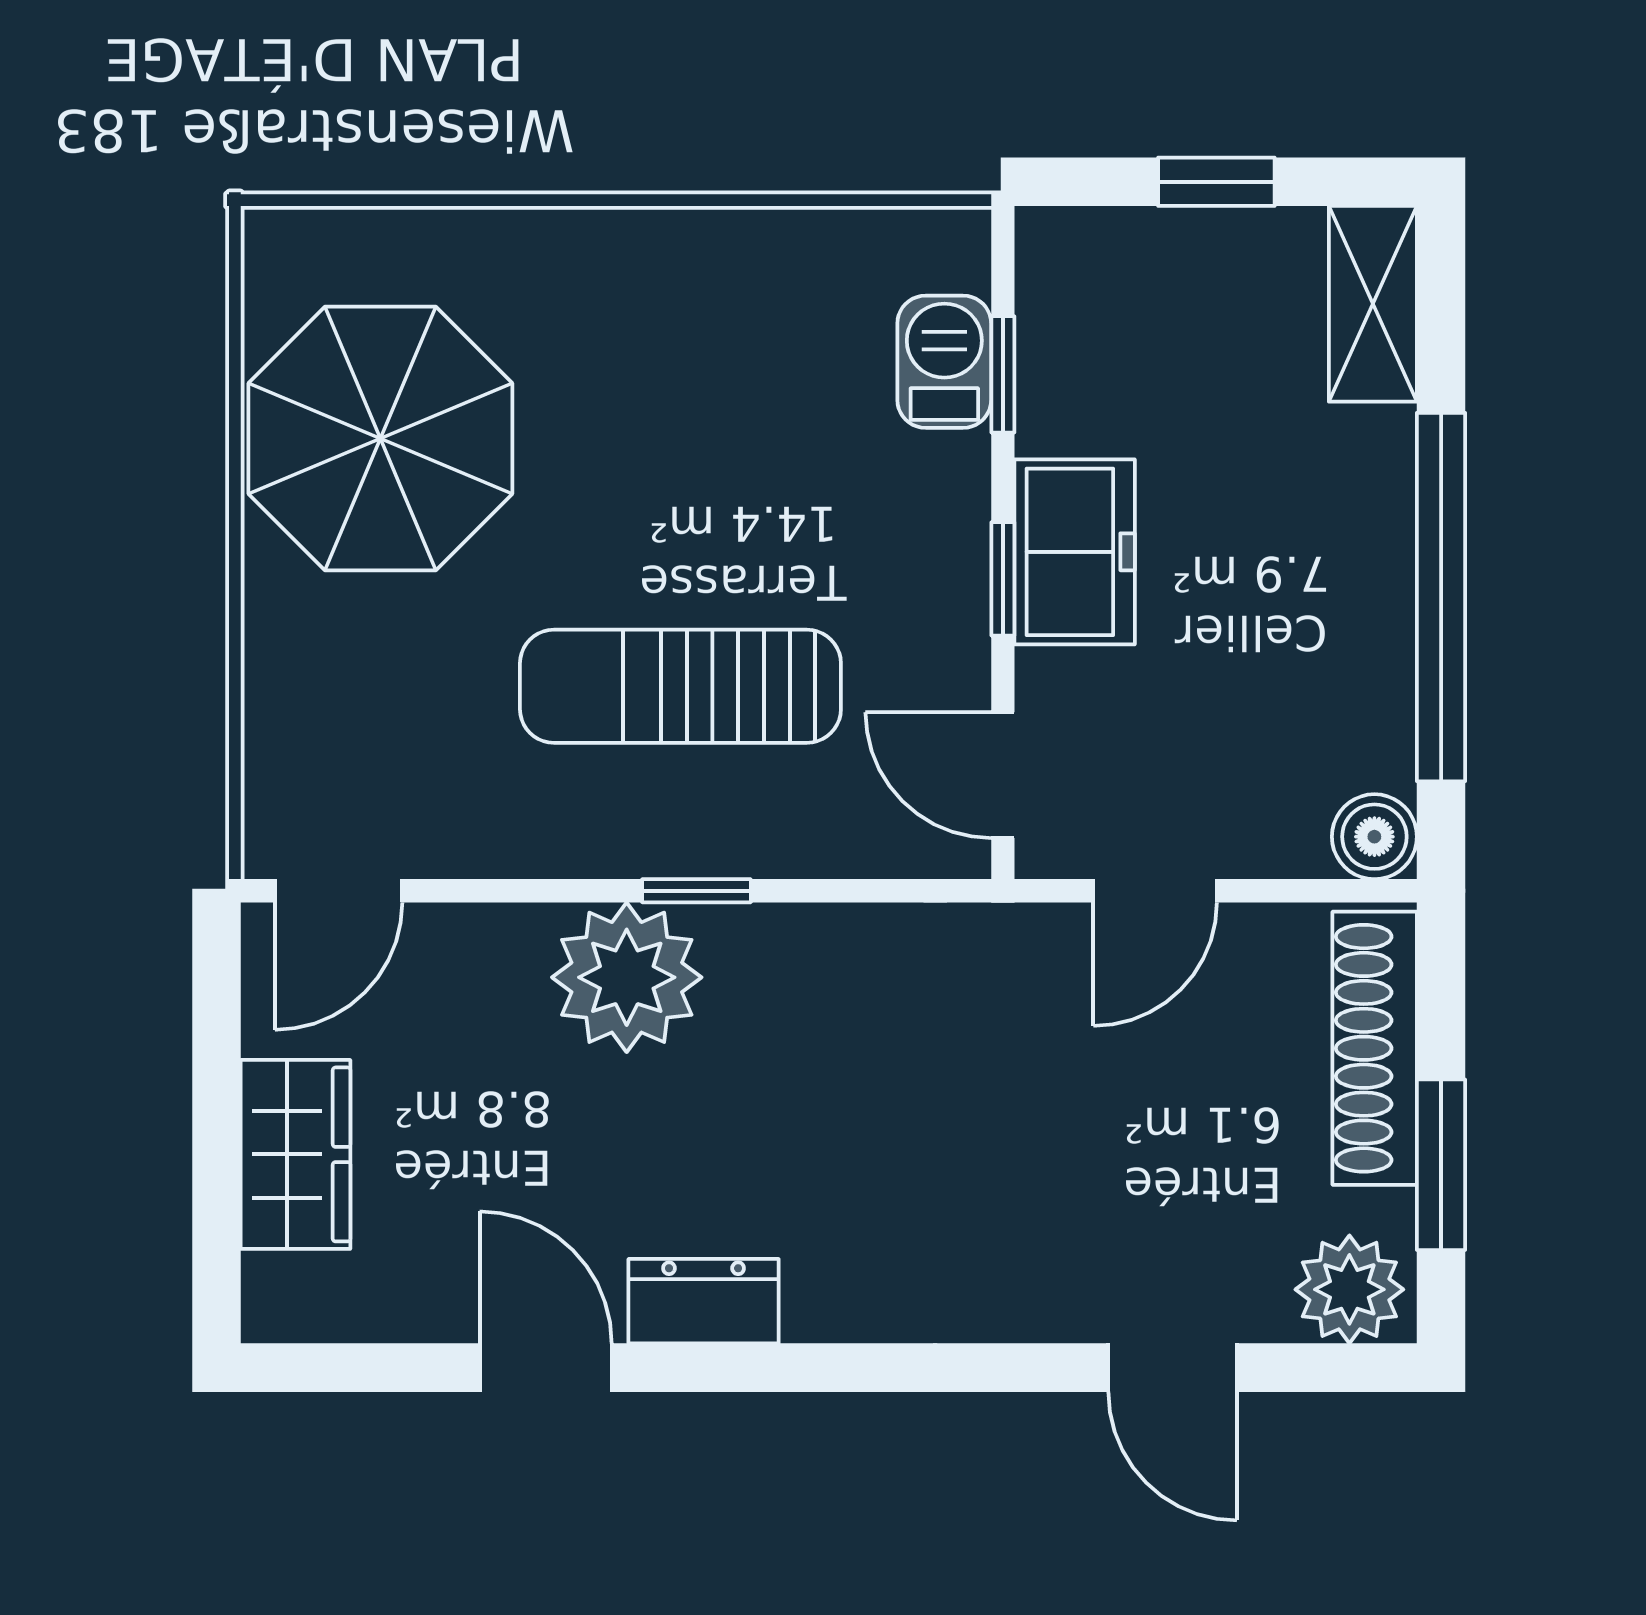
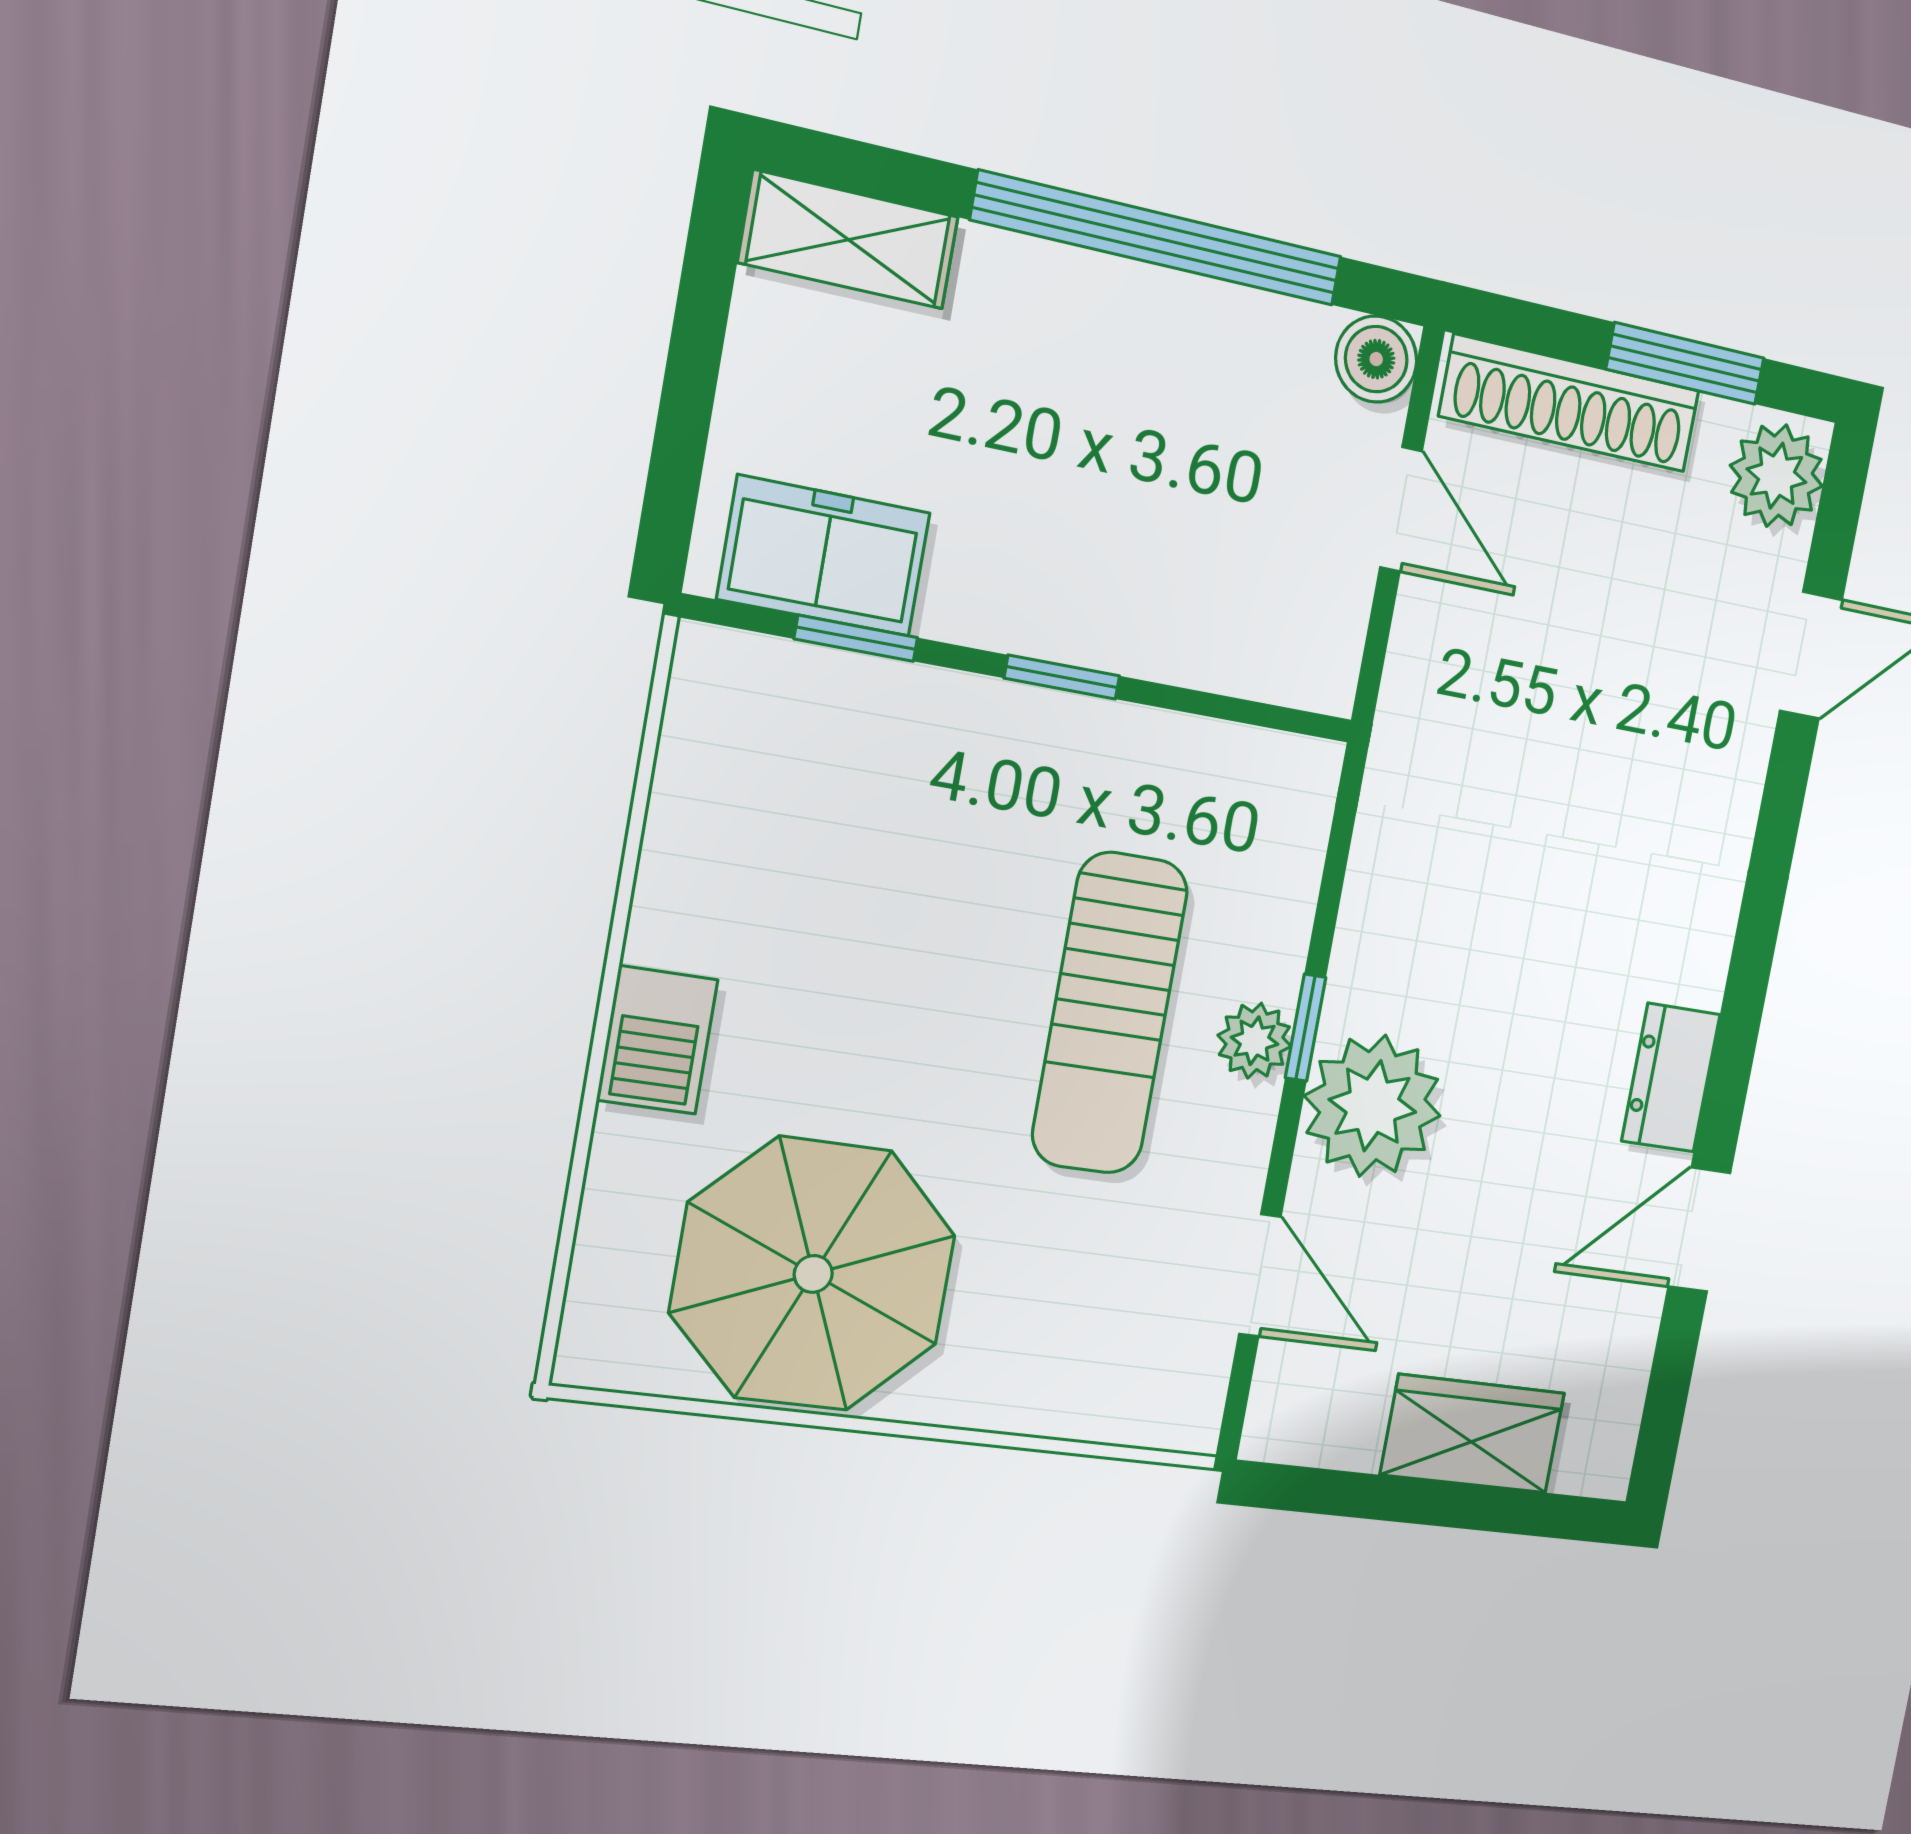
window: (1216, 182) -> (691, 376), removed
barbecue: (944, 362) -> (657, 1040), moved, turned -90
freezer: (1075, 552) -> (824, 556), moved
door: (1003, 775) -> (1252, 713), removed
plant: (675, 840) -> (1255, 1041), added
door: (339, 891) -> (1260, 1275), moved
door: (1155, 891) -> (1401, 509), moved

